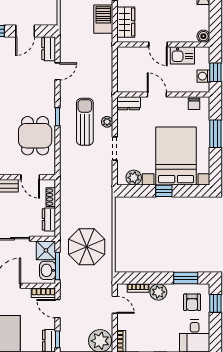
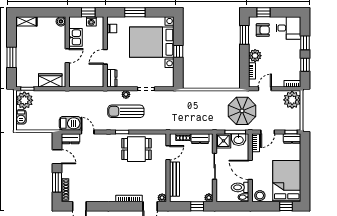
barbecue: (103, 19) -> (70, 123), moved, turned 180
plant: (134, 178) -> (168, 74), removed
parasol: (87, 247) -> (242, 111), moved

